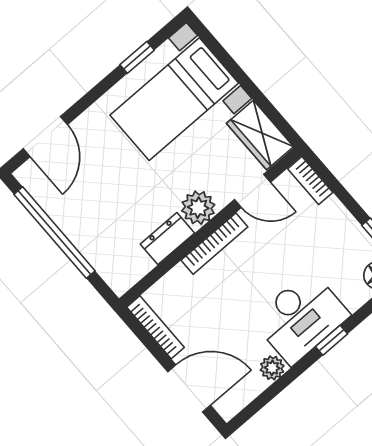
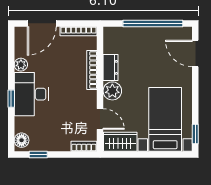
window: (137, 57) -> (195, 134), moved
door: (252, 191) -> (100, 119), swing flipped
bookcase: (214, 244) -> (92, 70), moved

